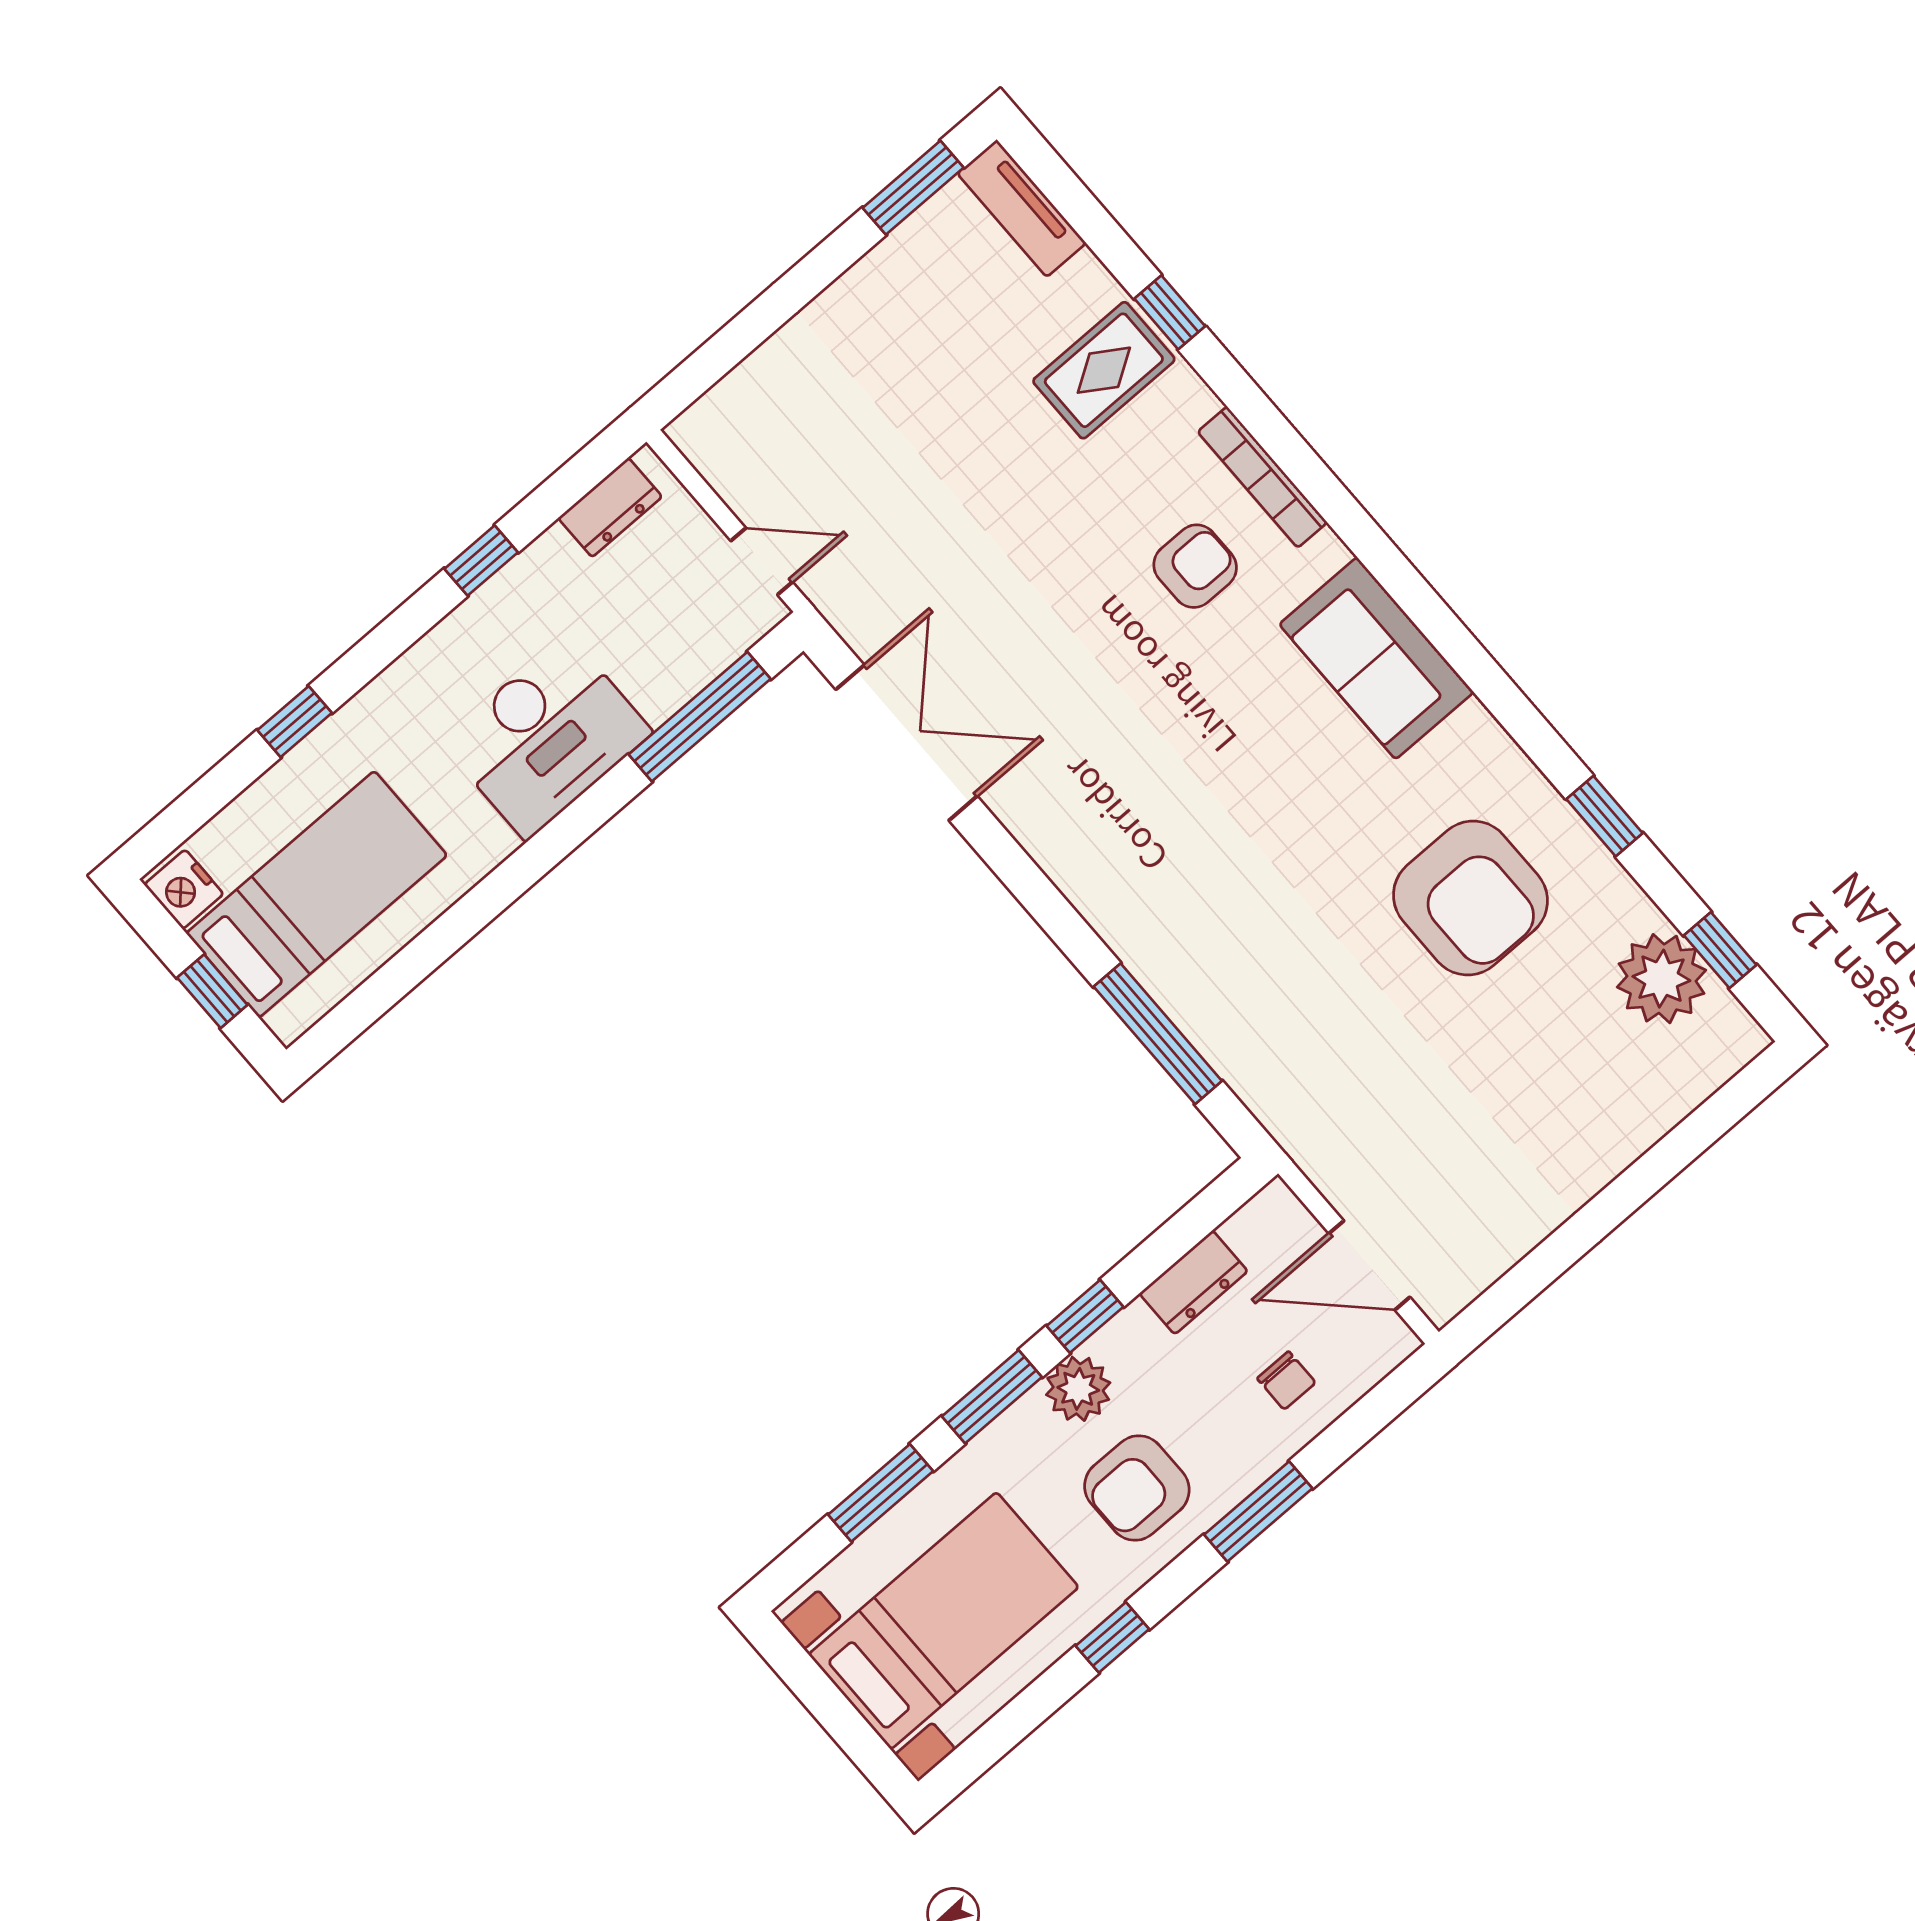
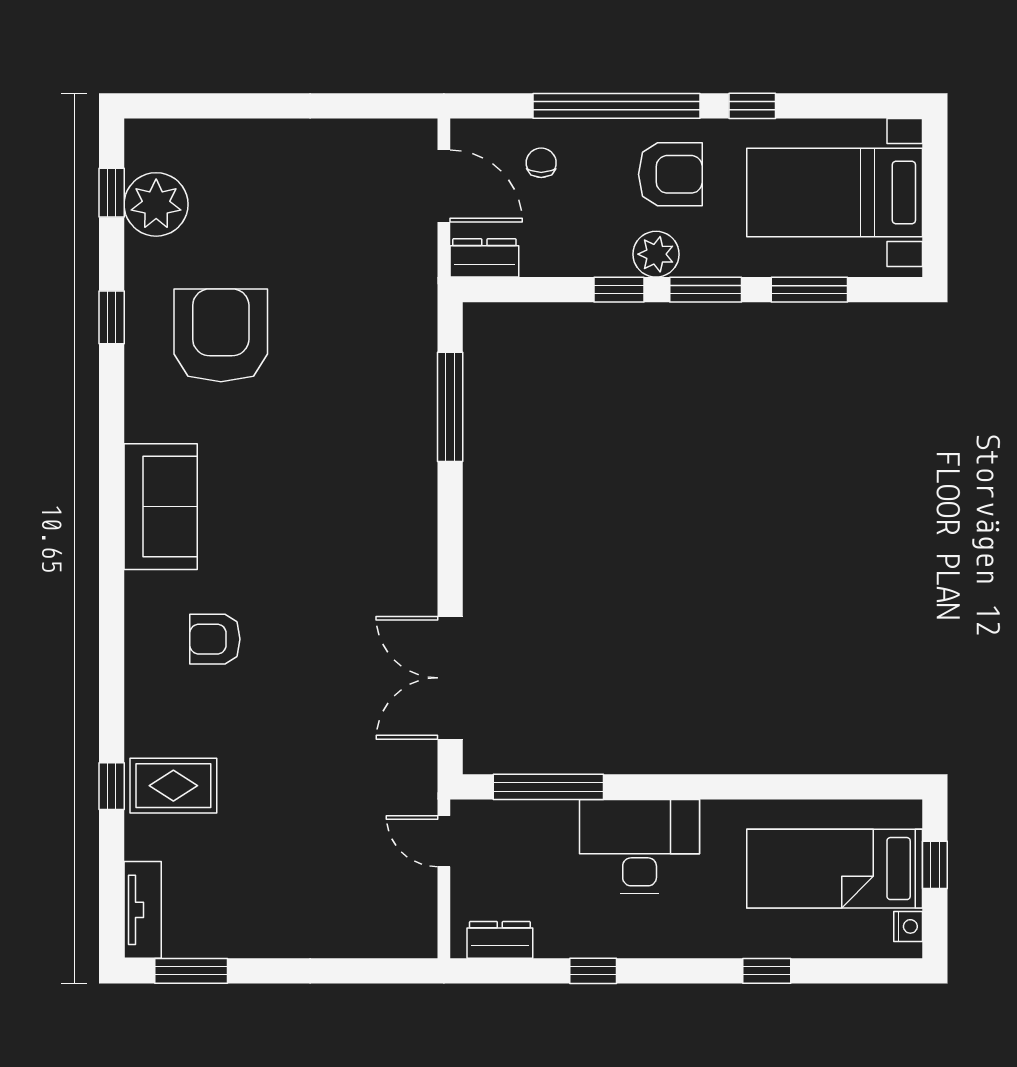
bookcase: (1262, 477) -> (138, 656), removed
nightstand: (184, 889) -> (908, 926), width x0.72, depth x0.74
dresser: (1194, 1282) -> (484, 258), moved
window: (1258, 1512) -> (616, 106), width x2.11

